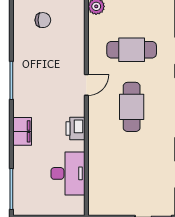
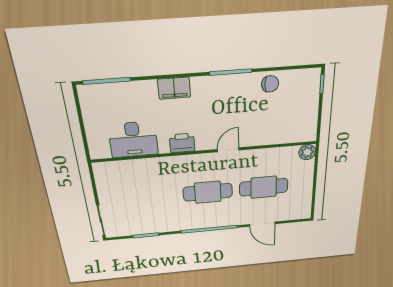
chair: (43, 20) -> (270, 84), moved, turned -90
cafe table: (132, 50) -> (264, 187), turned 90
door: (86, 85) -> (228, 150), swing flipped

